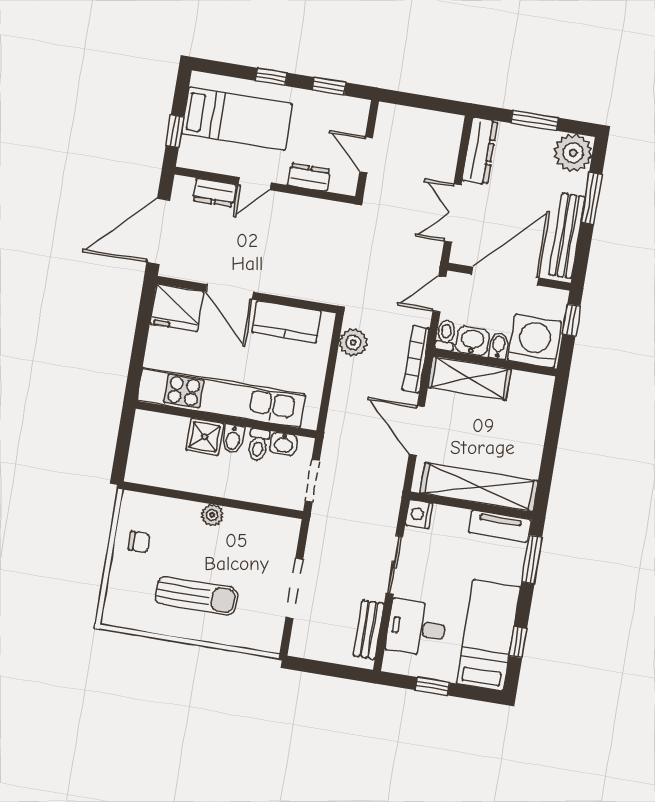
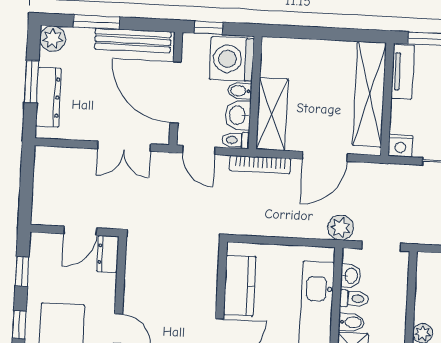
dresser: (480, 151) -> (48, 97), moved, turned 90
plant: (573, 153) -> (53, 39), width x0.73, depth x0.73
dresser: (309, 177) -> (108, 254), moved
plant: (353, 342) -> (341, 228), moved

